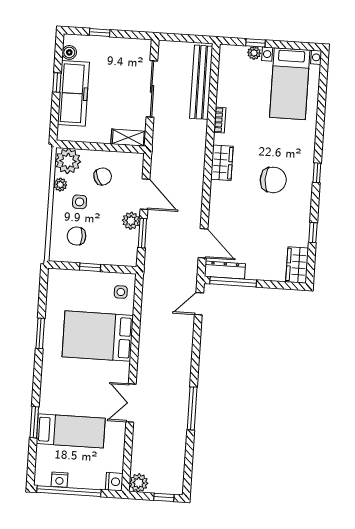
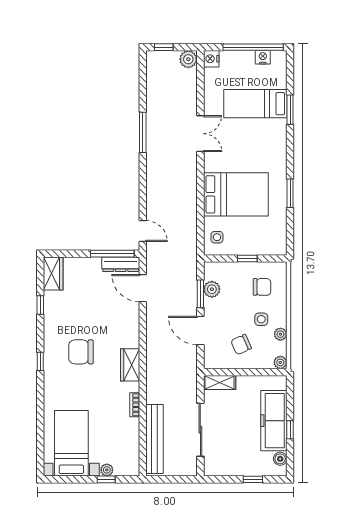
plant: (68, 161) -> (280, 362), width x0.53, depth x0.53
plant: (131, 221) -> (212, 289), moved
door: (199, 304) -> (143, 231), hinge flipped

